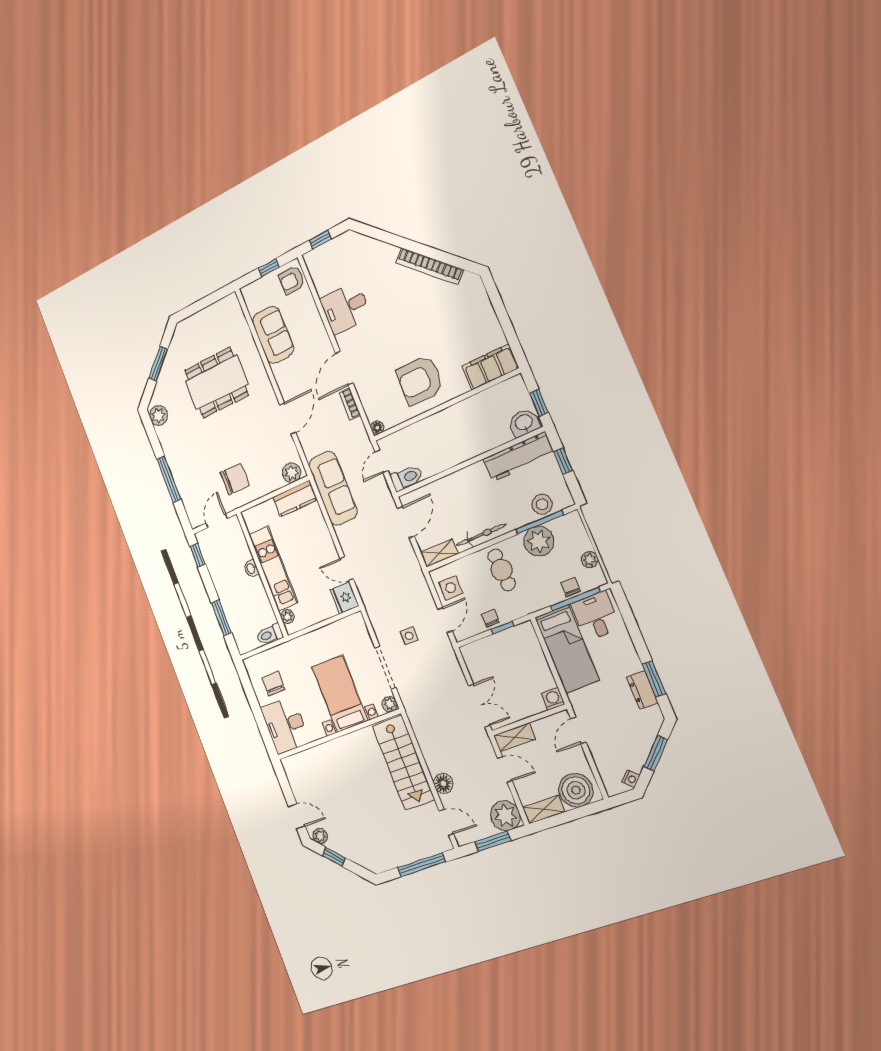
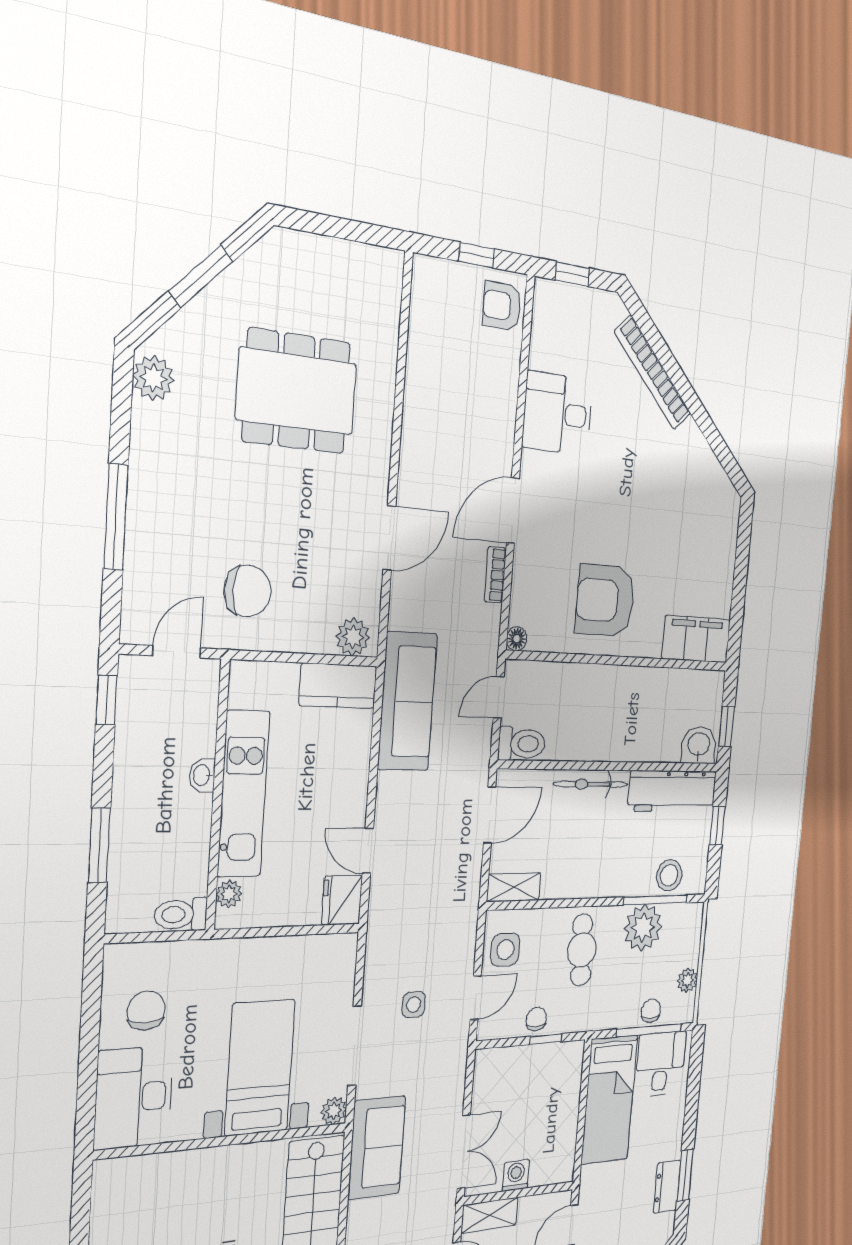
bookcase: (430, 266) -> (653, 373), moved
sofa: (273, 335) -> (377, 1147), moved
bicycle: (481, 535) -> (591, 784), moved, turned 180
washing machine: (553, 699) -> (516, 1175), moved

